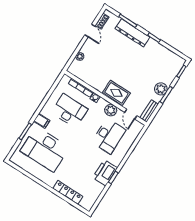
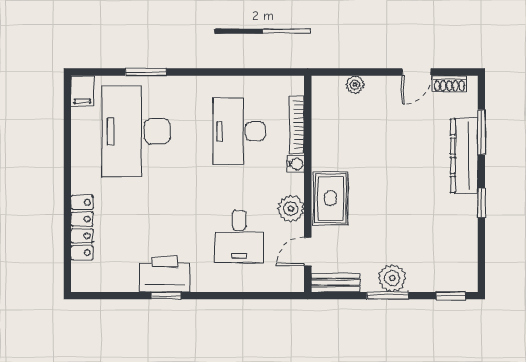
desk: (70, 111) -> (239, 131), turned 180
filing cabinet: (42, 121) -> (82, 91), moved
desk: (109, 136) -> (239, 236), width x0.73

